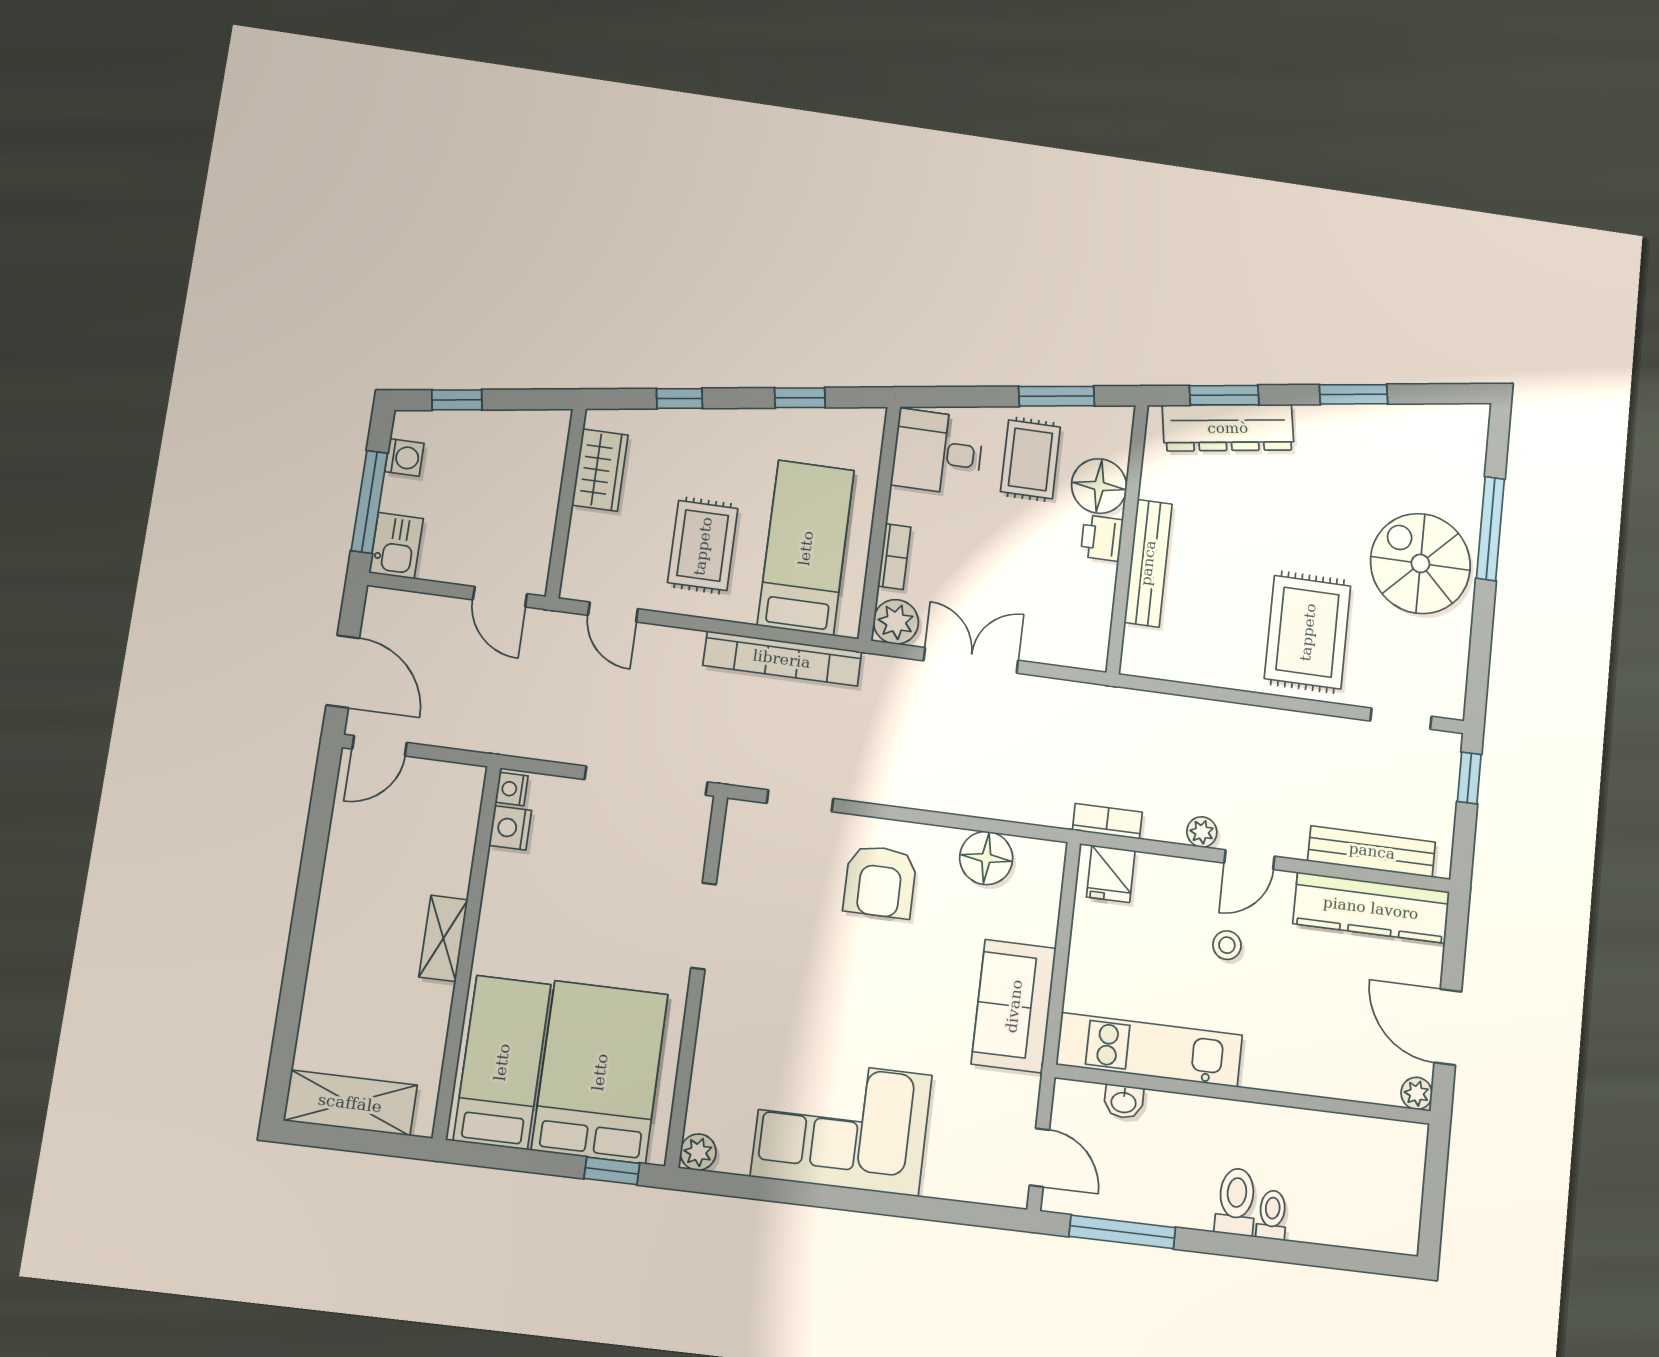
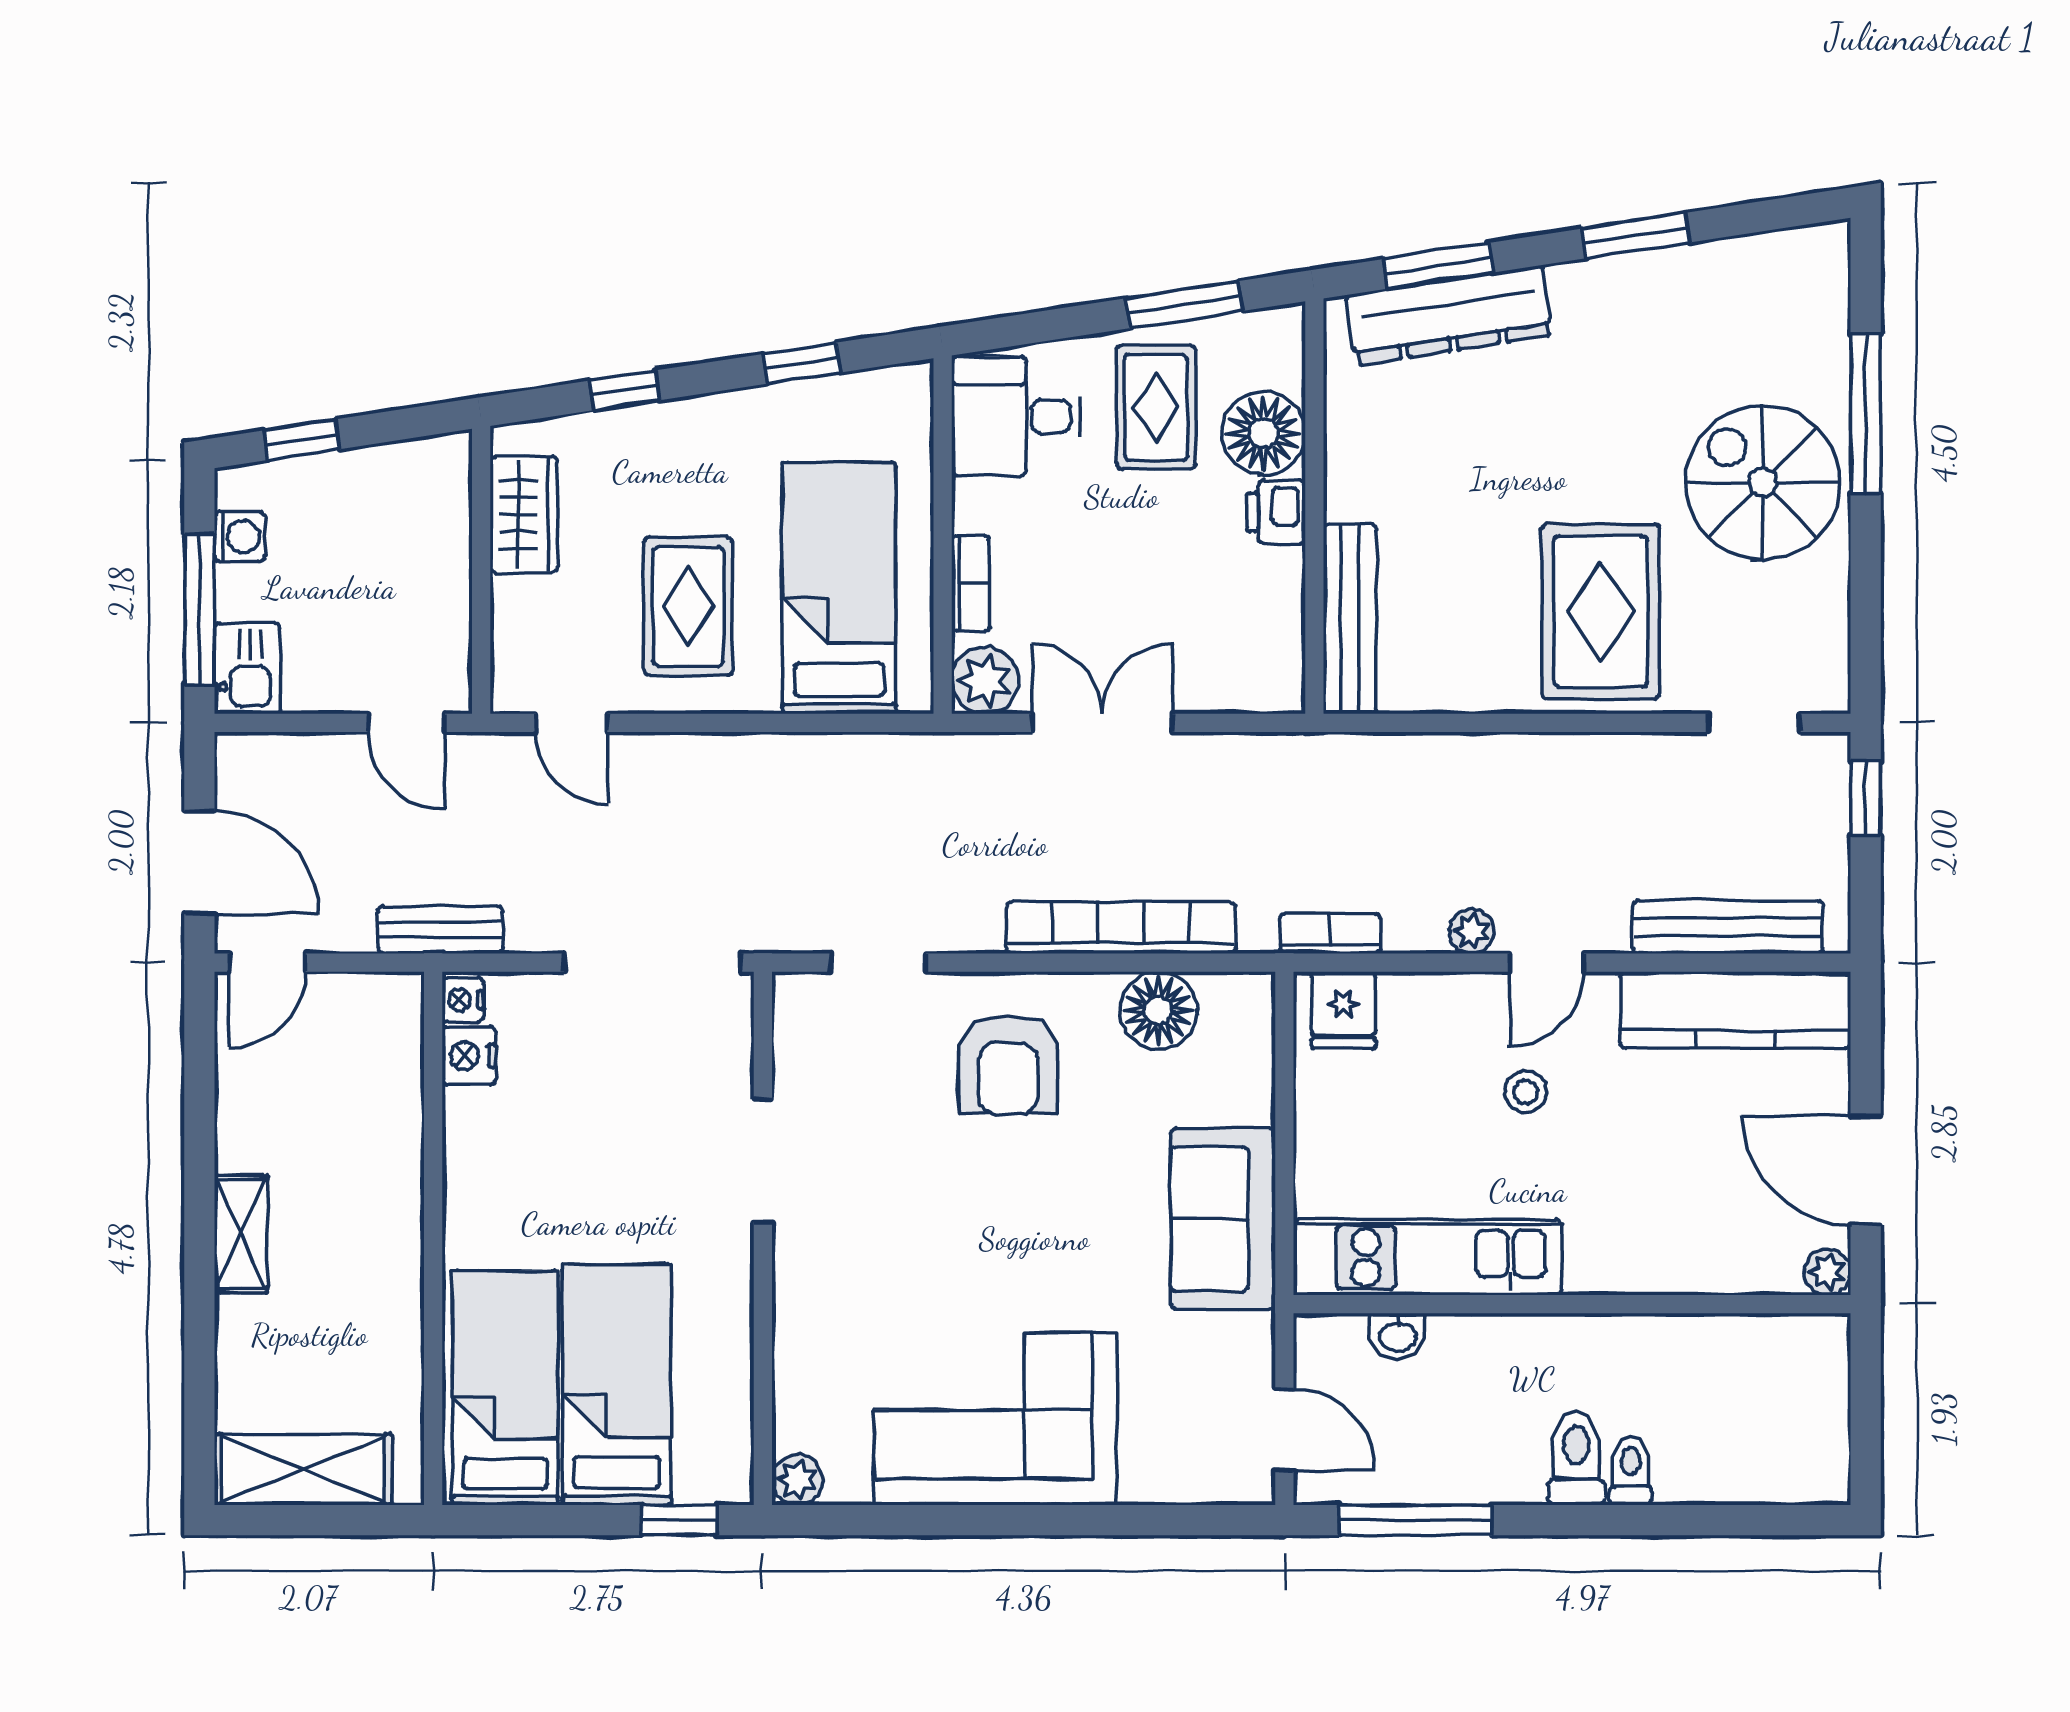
bench: (1148, 563) -> (1350, 619), moved
bookcase: (782, 659) -> (1121, 928), moved, turned 180
bench: (503, 739) -> (440, 930), added
shelving: (443, 938) -> (241, 1234), moved
bed: (600, 1072) -> (617, 1385), width x0.67

